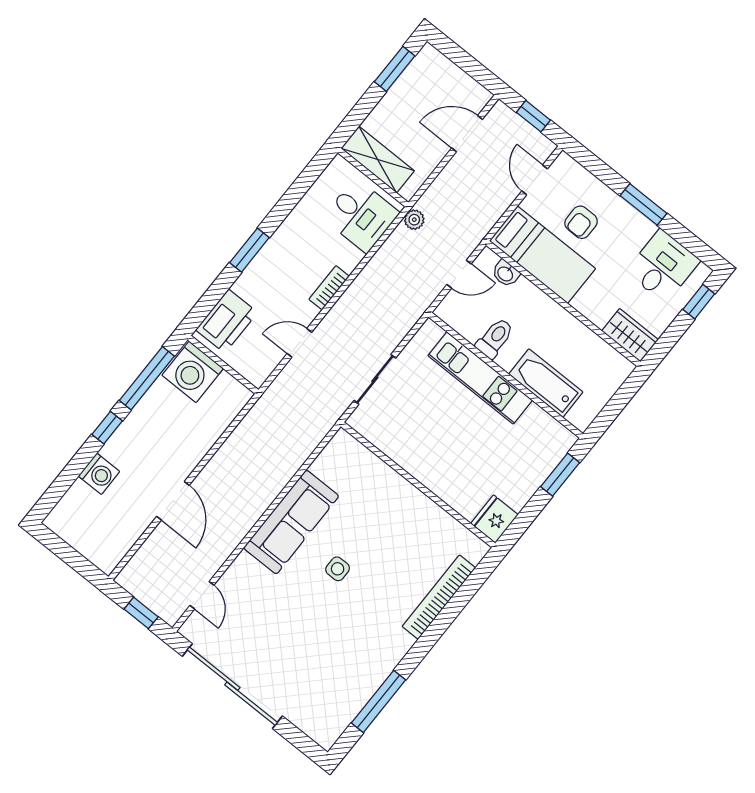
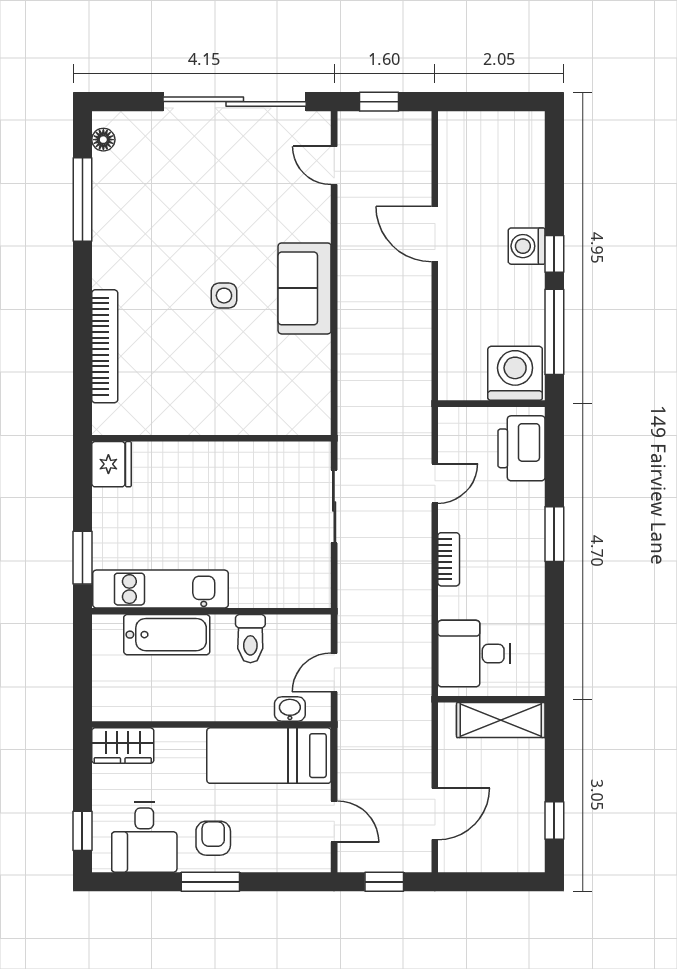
window: (395, 69) -> (554, 820), width x0.67
plant: (414, 220) -> (419, 690), removed
armchair: (581, 222) -> (213, 838), moved
kitchen unit: (480, 378) -> (160, 589), moved
washing machine: (99, 474) -> (527, 246), moved
sofa: (291, 522) -> (305, 288), width x0.73
floor lamp: (335, 729) -> (103, 140), added

